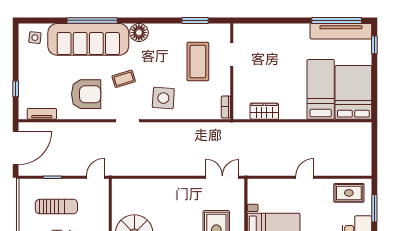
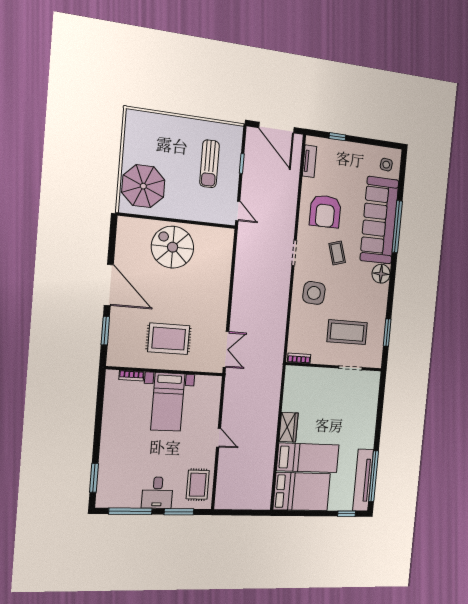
wardrobe: (264, 111) -> (289, 427), moved

